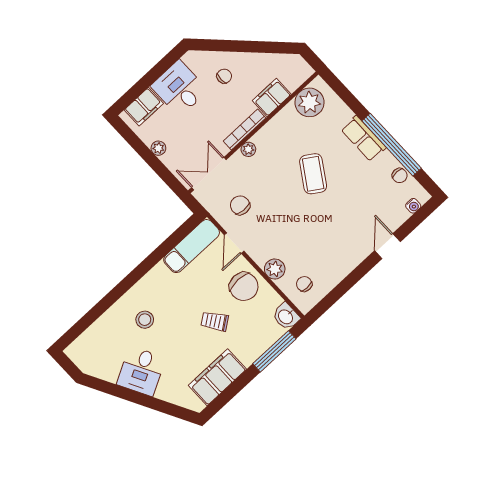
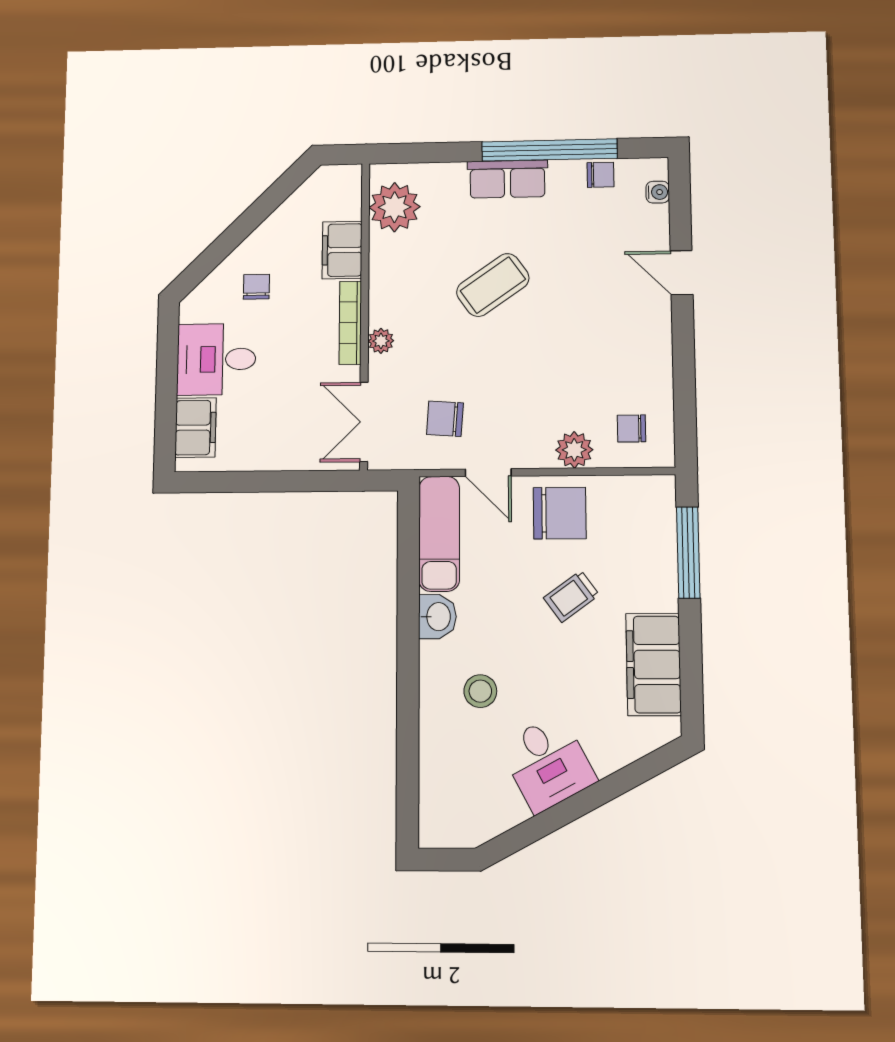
plant: (158, 148) -> (268, 458), removed
coffee table: (313, 174) -> (493, 285), turned -68
washbasin: (286, 316) -> (437, 617), moved, turned -90

